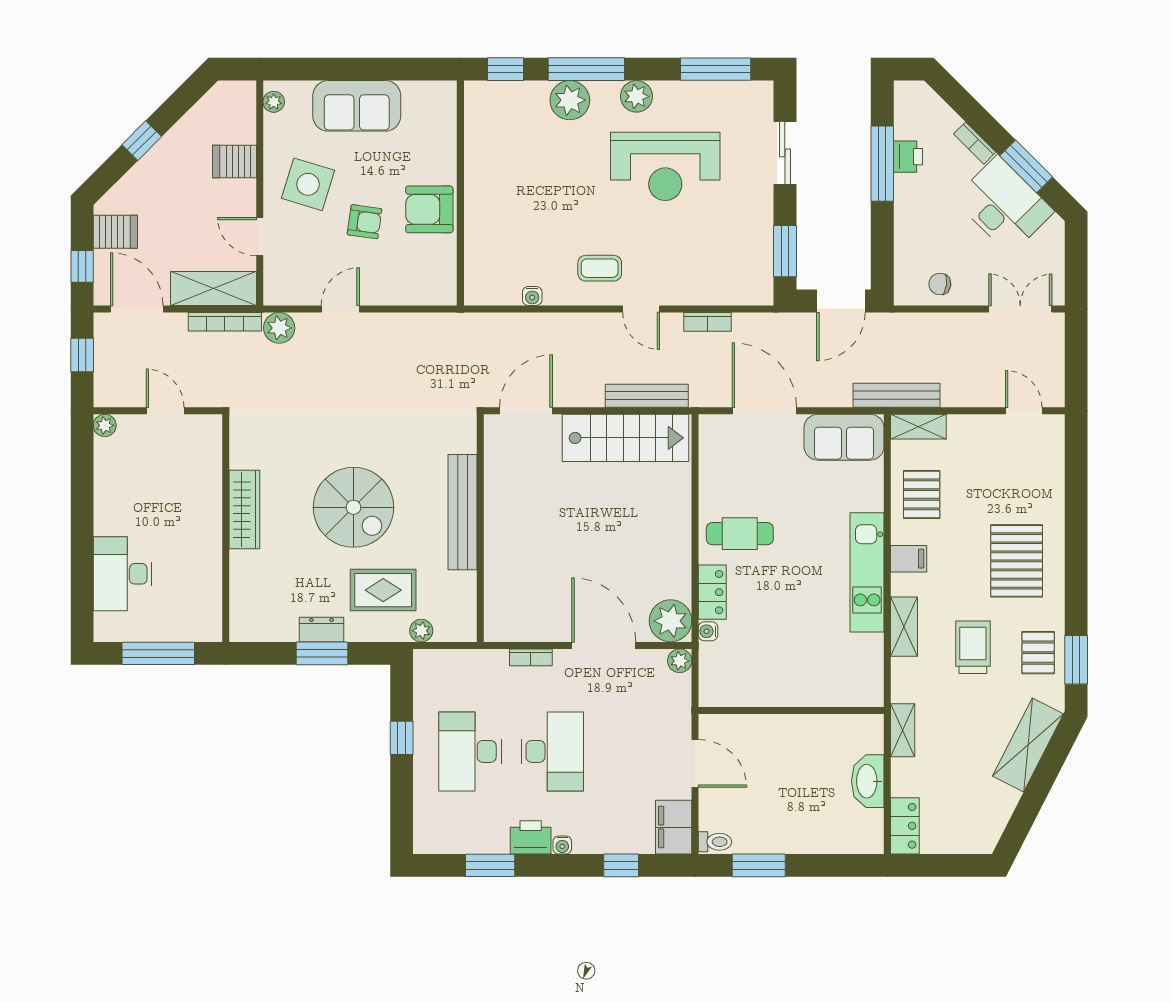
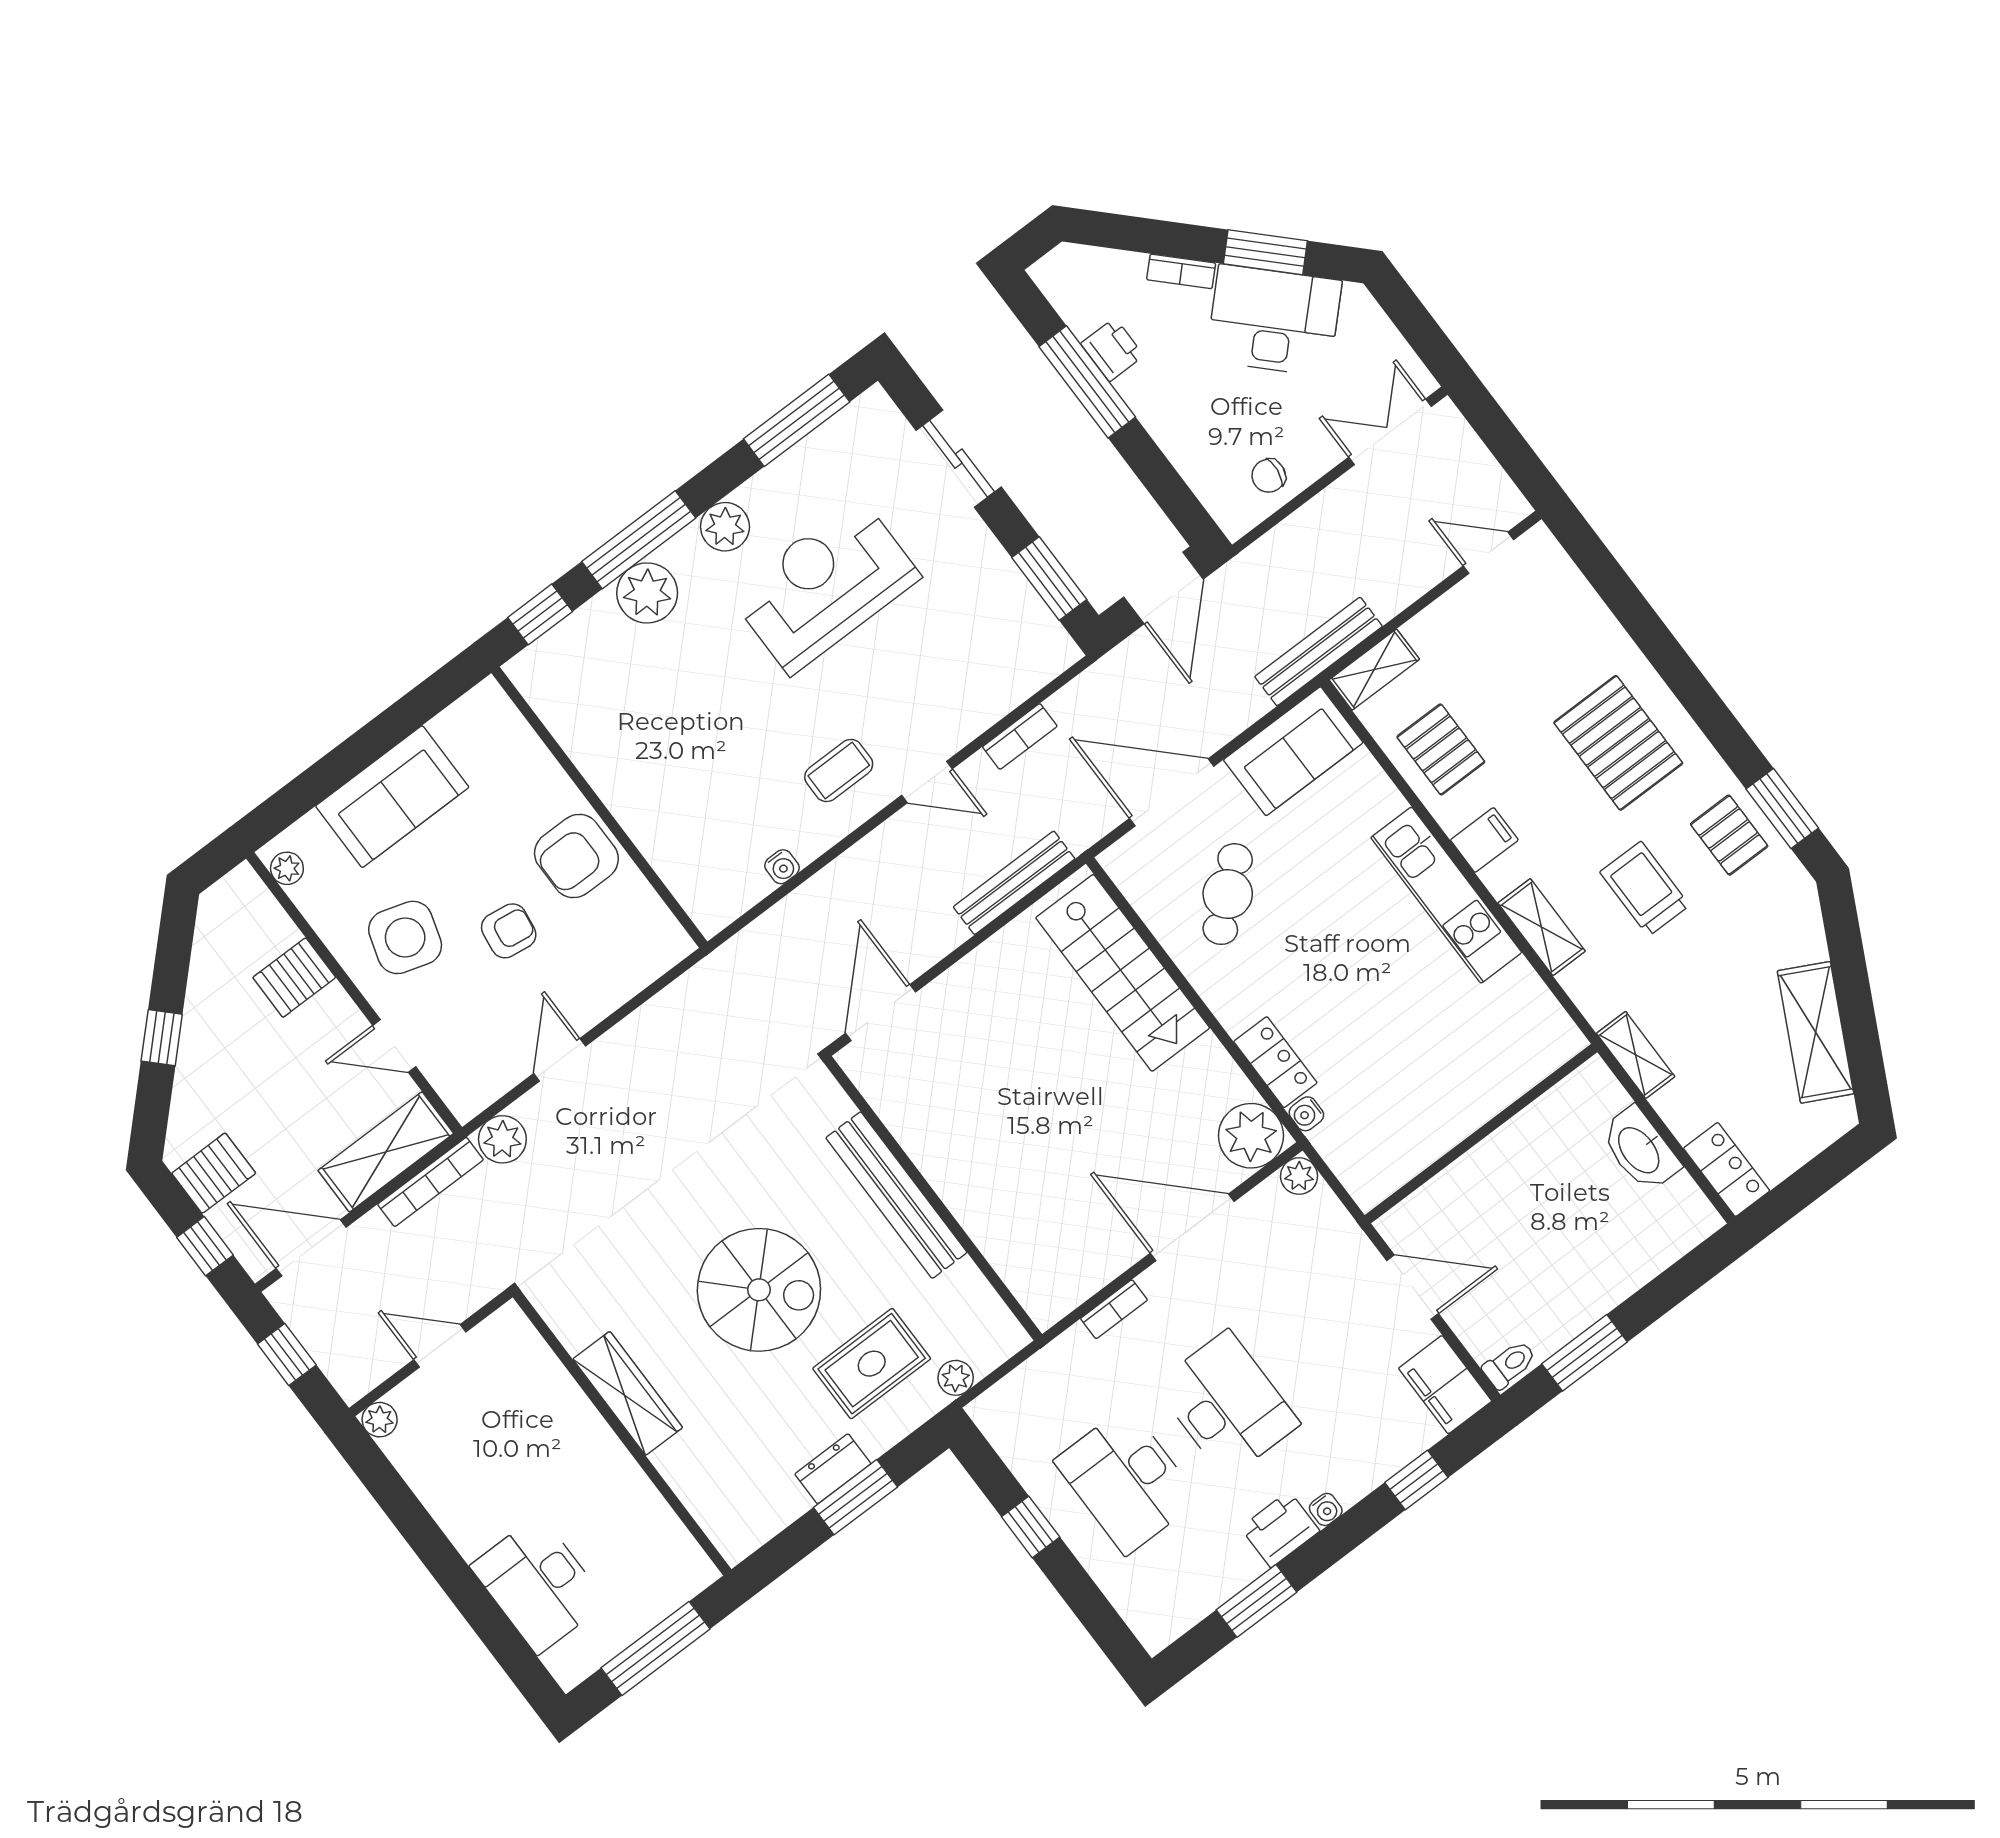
reception desk: (665, 166) -> (825, 586), turned 180
stairs: (626, 438) -> (1123, 973), moved, turned 90
cafe table: (740, 534) -> (1228, 894), moved, turned -41
shelving: (1028, 745) -> (1816, 1032), moved

